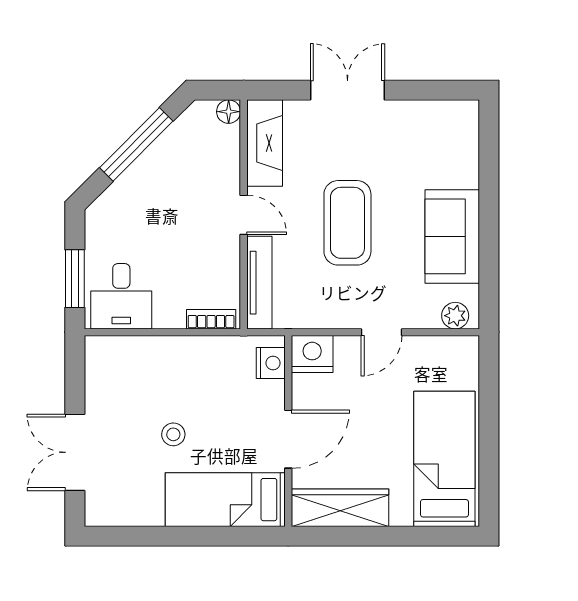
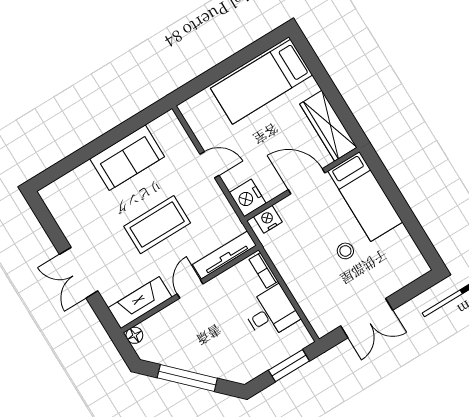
desk: (121, 296) -> (271, 313), moved
plant: (455, 316) -> (173, 127), removed
double door: (75, 452) -> (367, 318), moved

